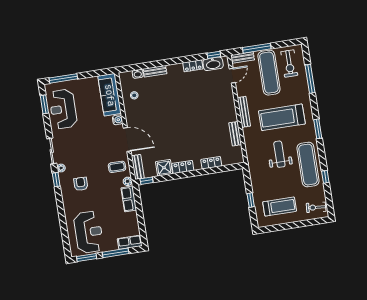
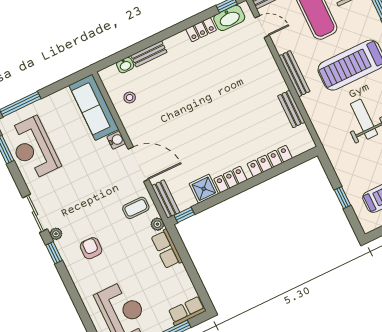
door: (232, 76) -> (262, 27), hinge flipped
locker: (211, 163) -> (270, 161), width x1.53

